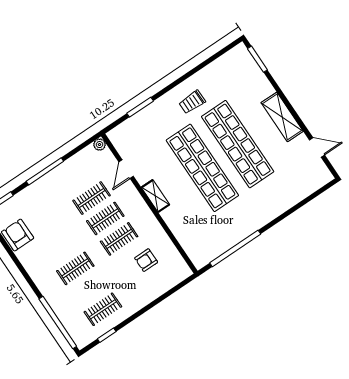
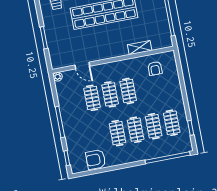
shelving: (155, 196) -> (140, 48), moved
clothes rail: (62, 248) -> (117, 133), added
armchair: (146, 260) -> (155, 68), moved
clothes rail: (89, 289) -> (154, 126), added

